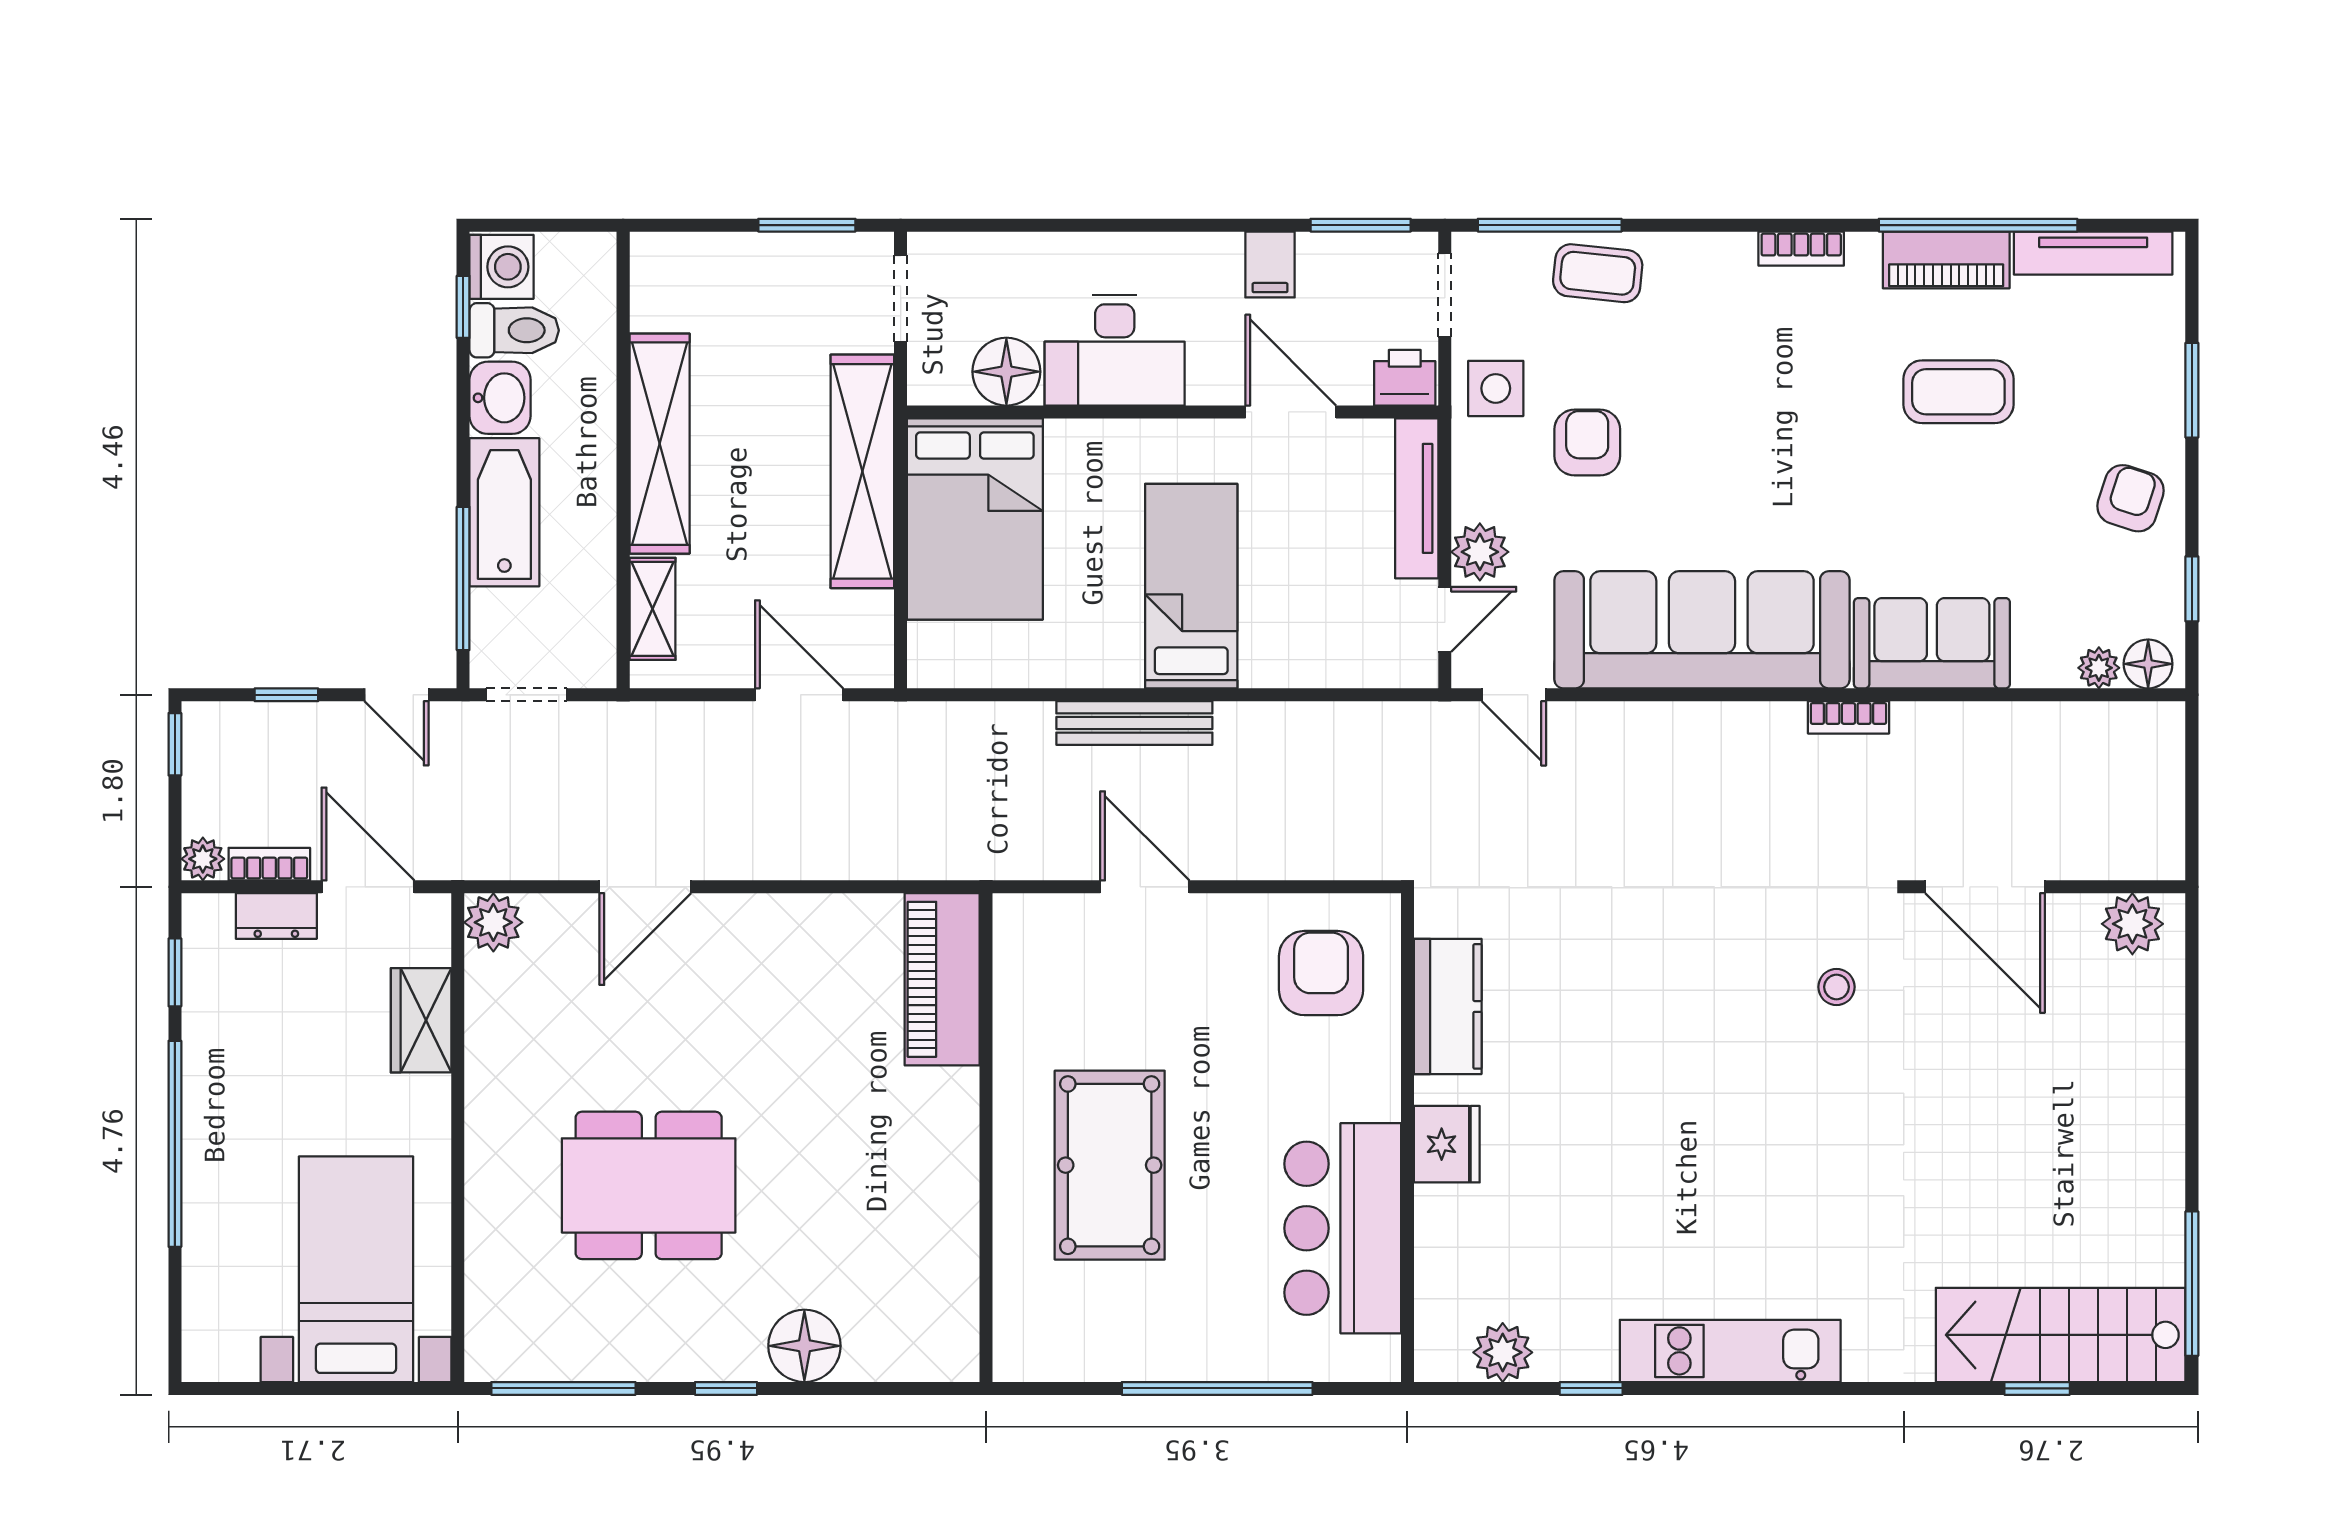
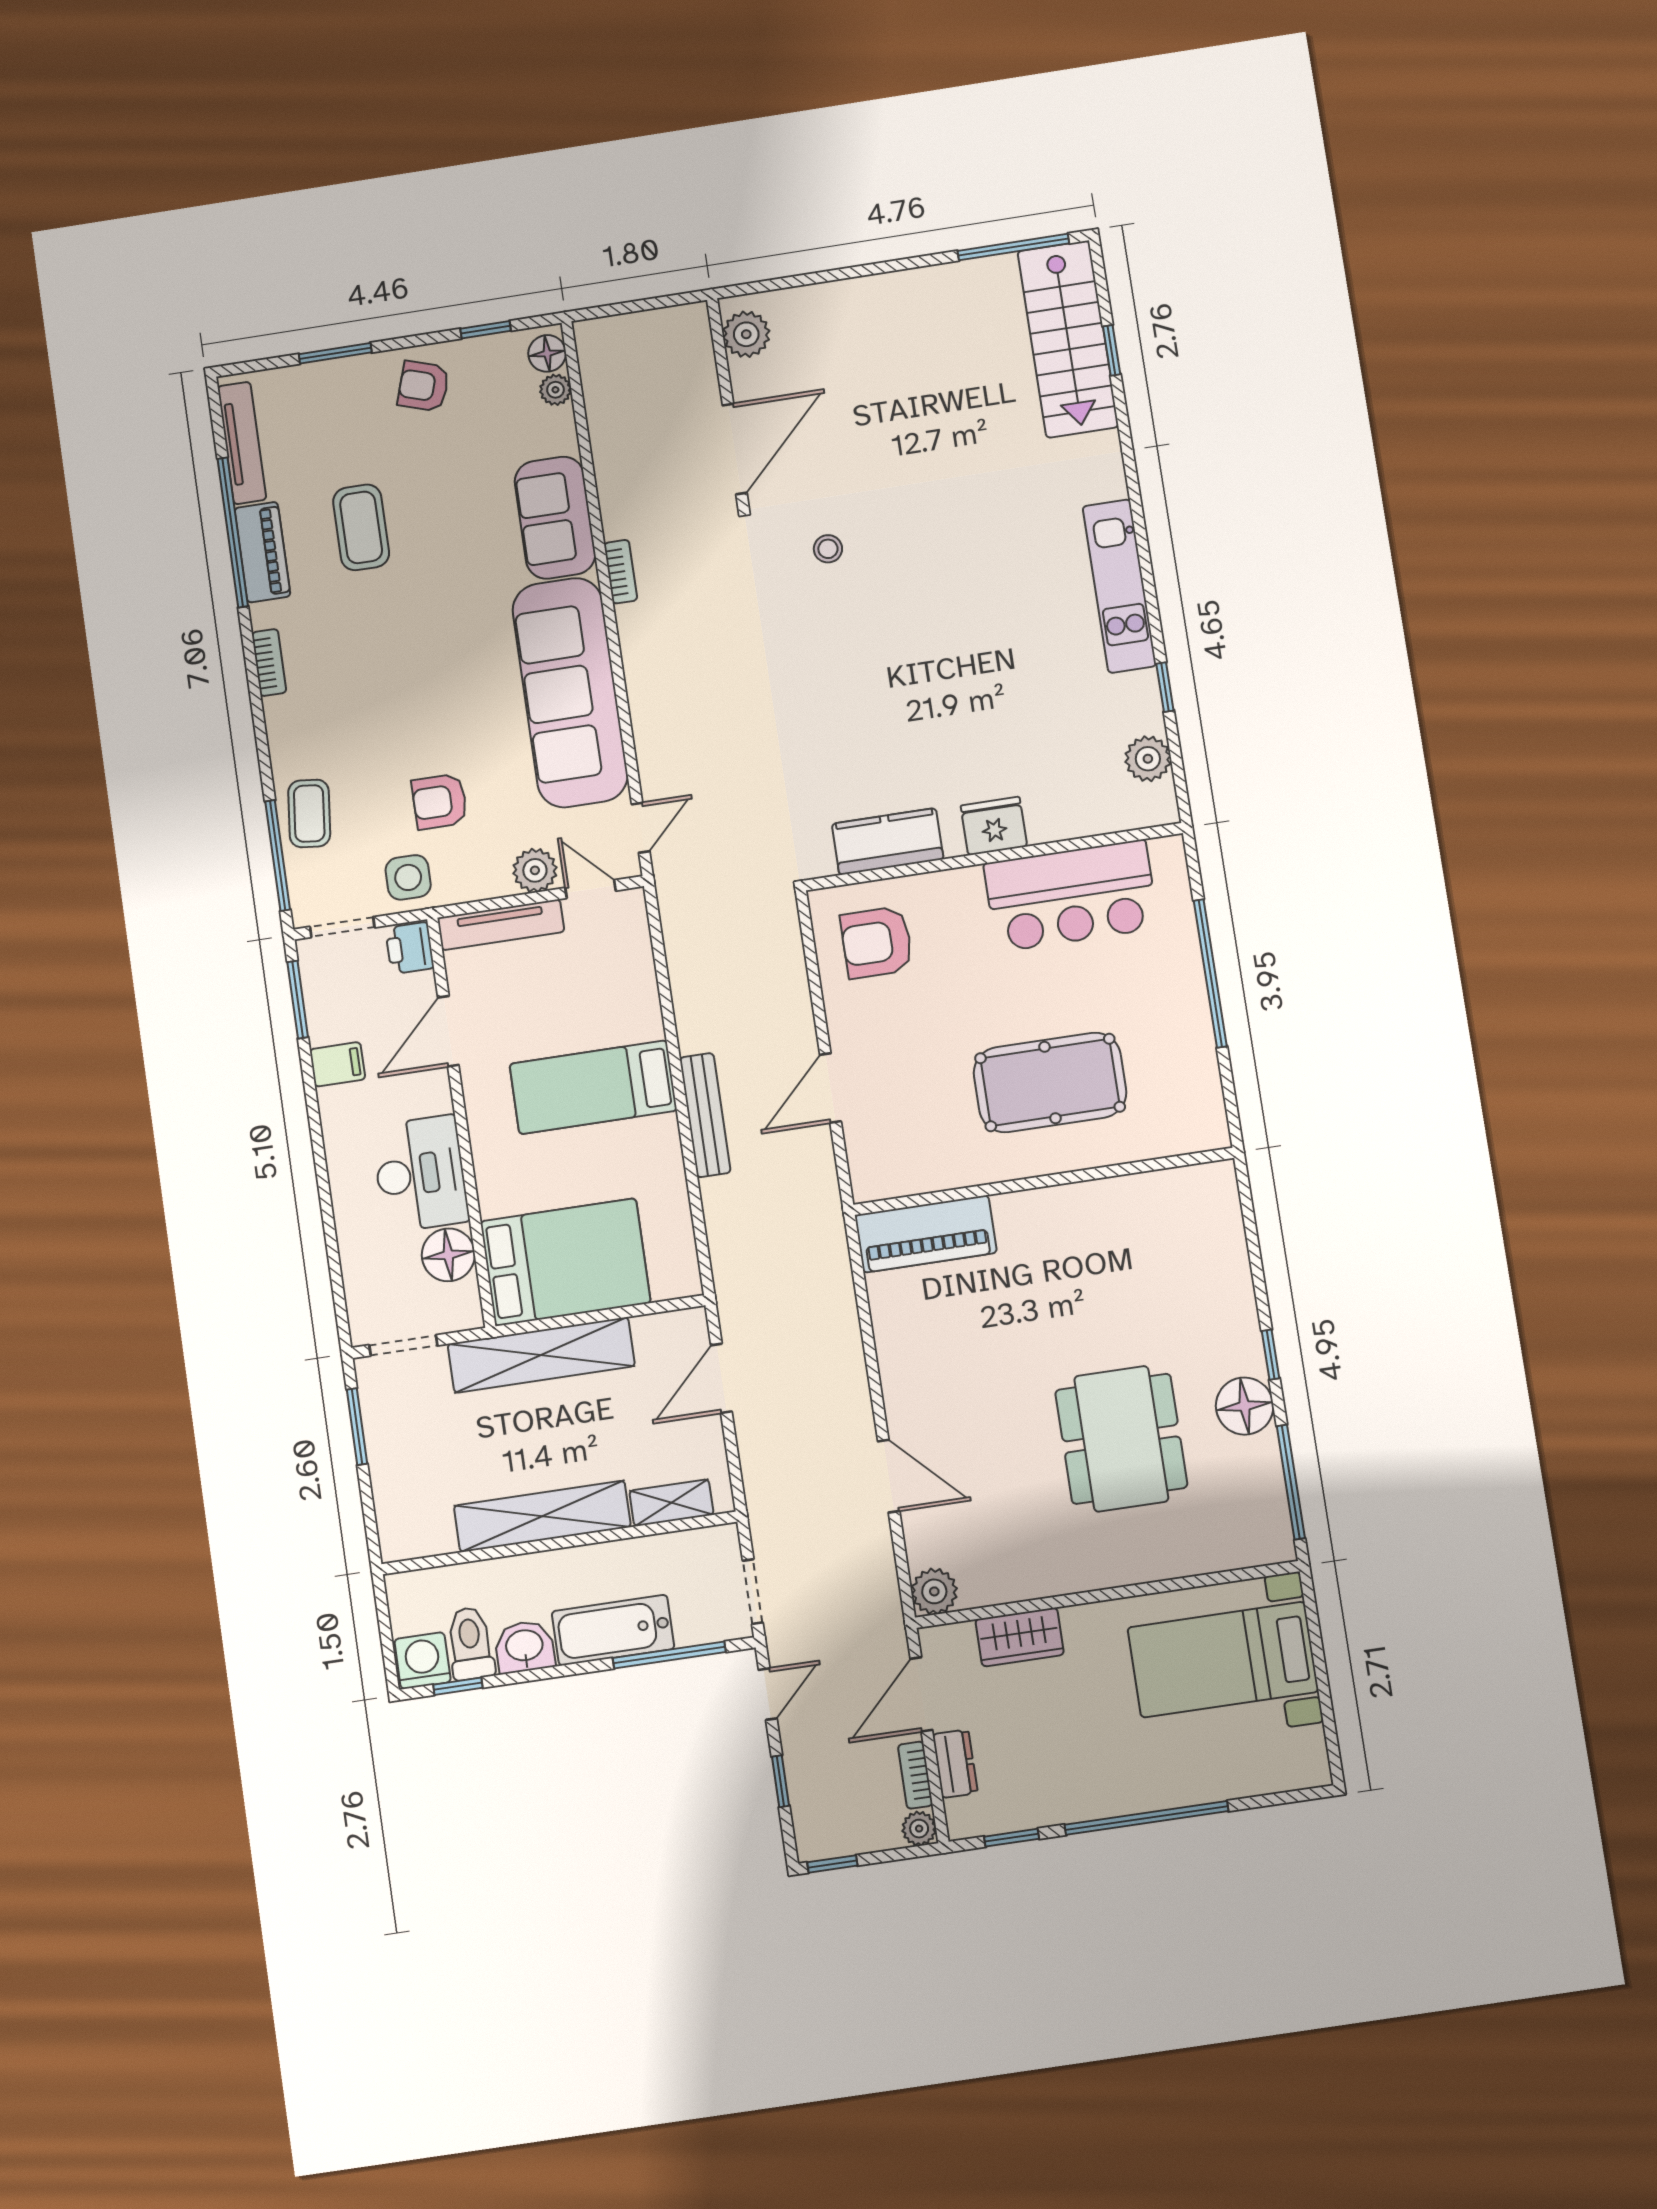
floor lamp: (804, 1346) -> (1245, 1406), moved

